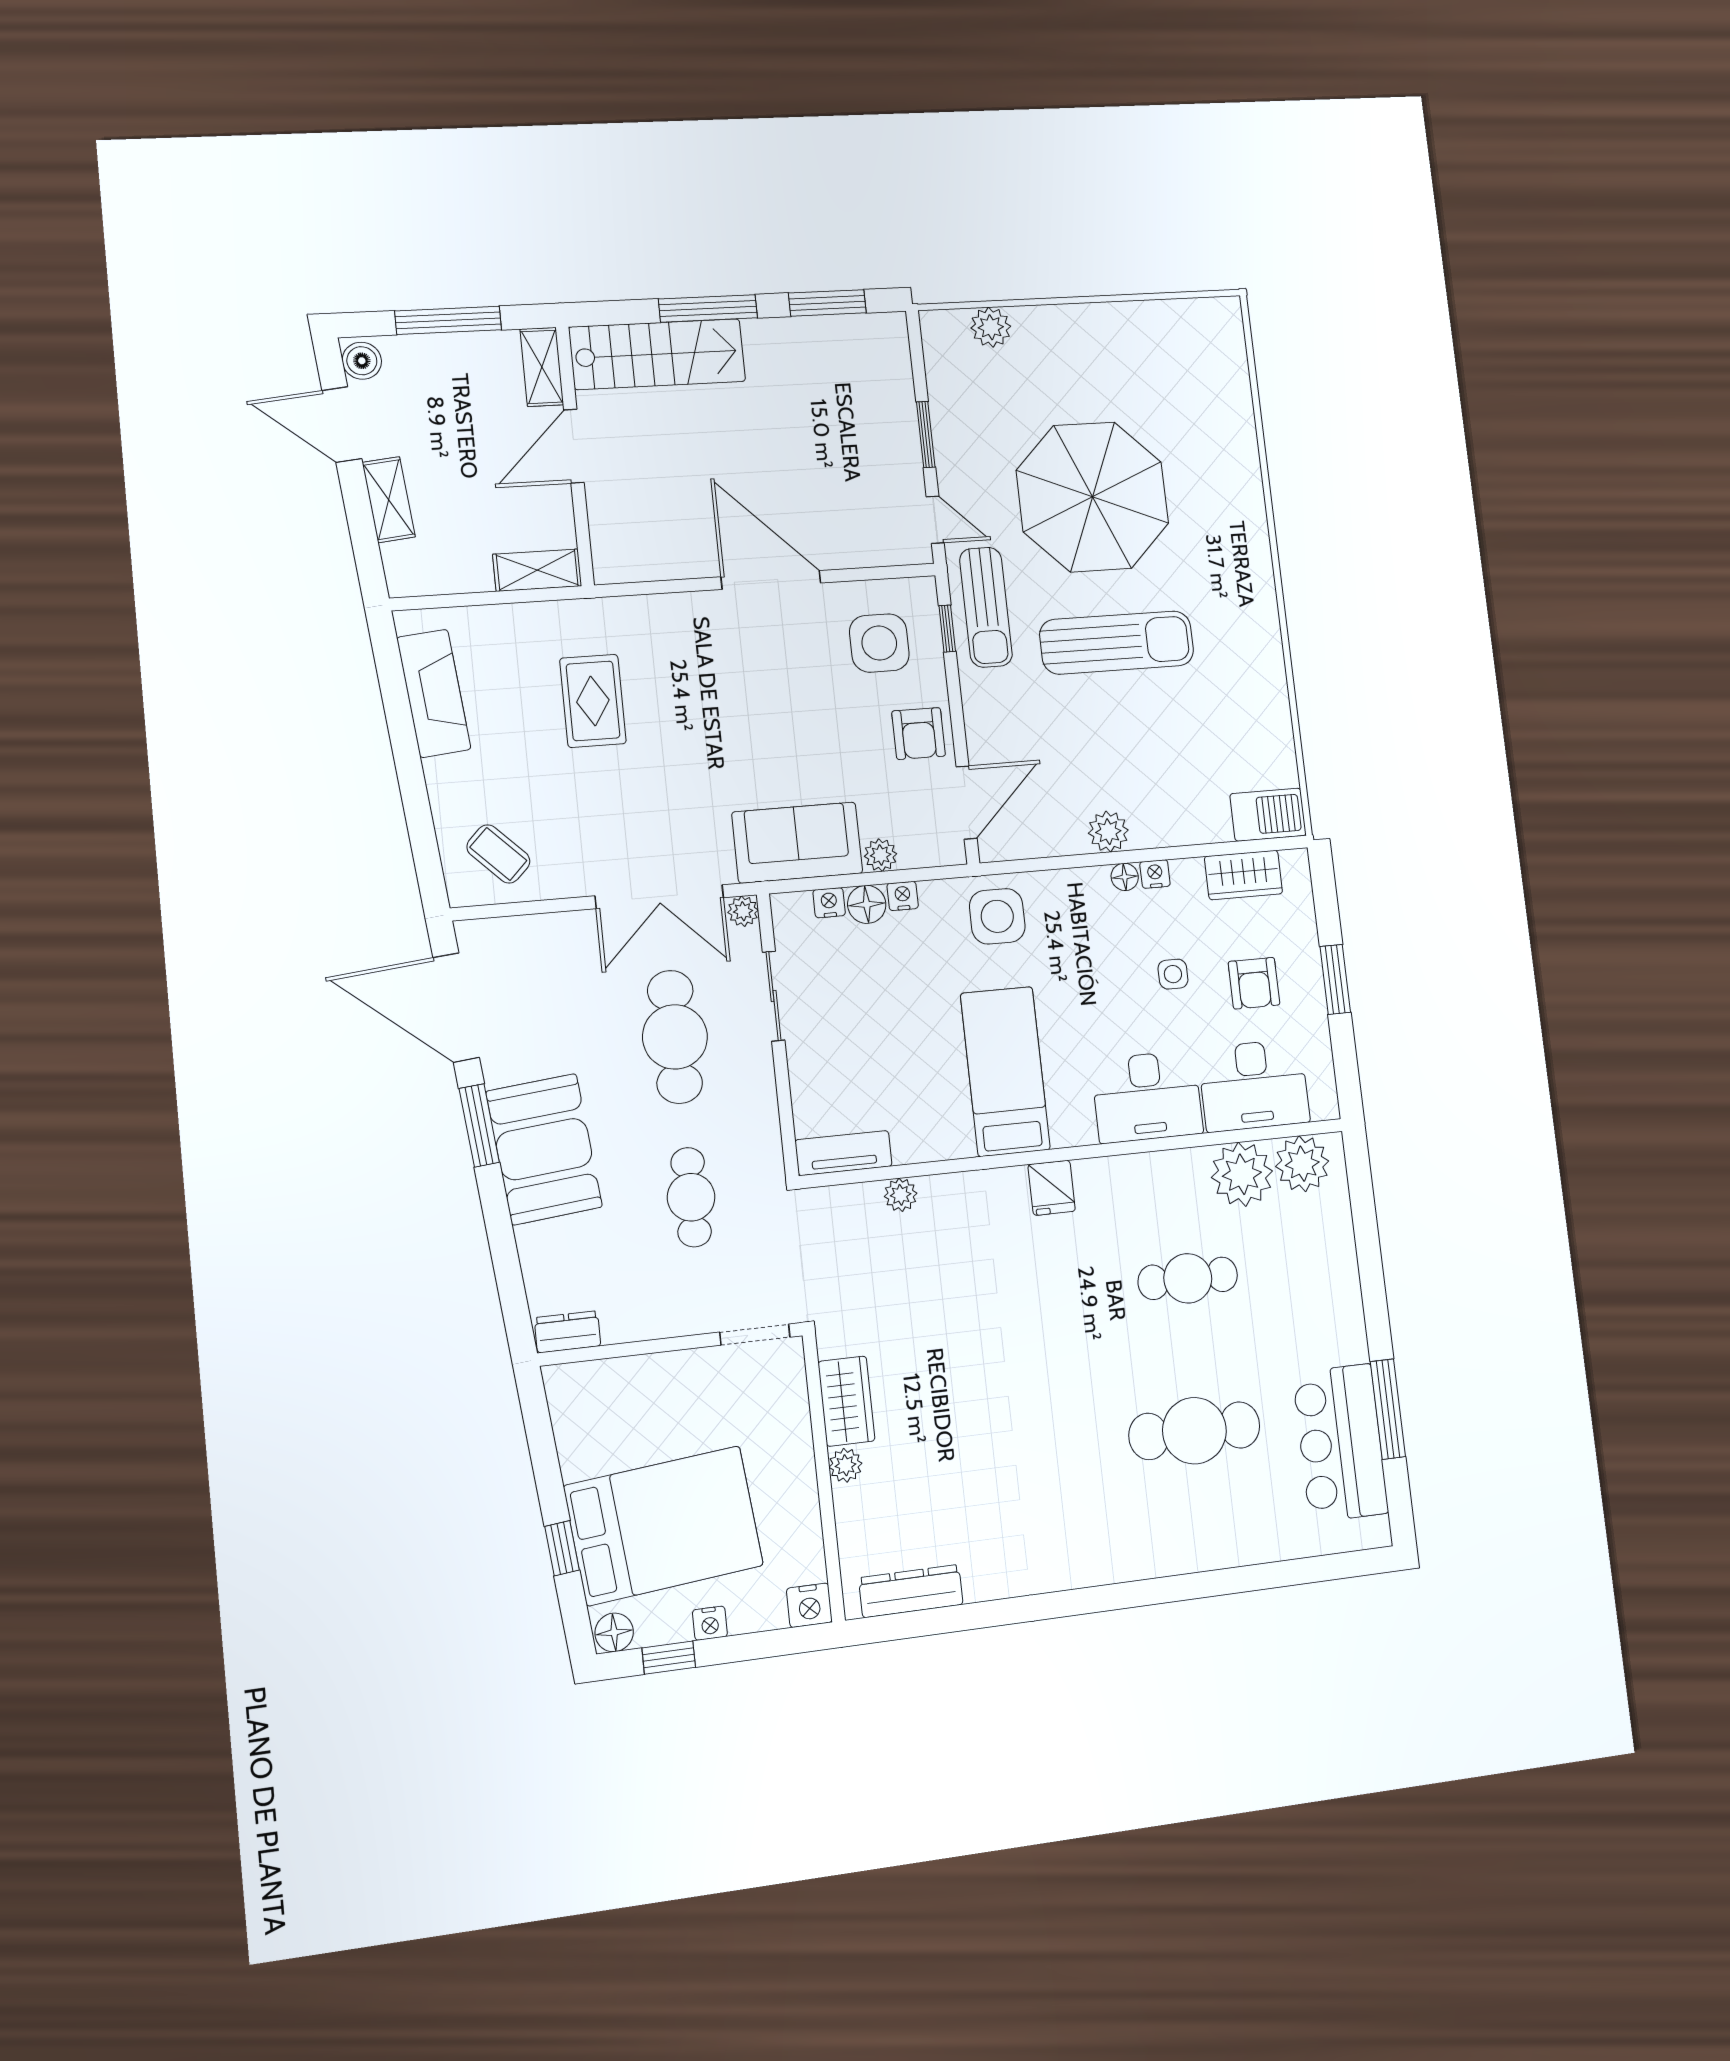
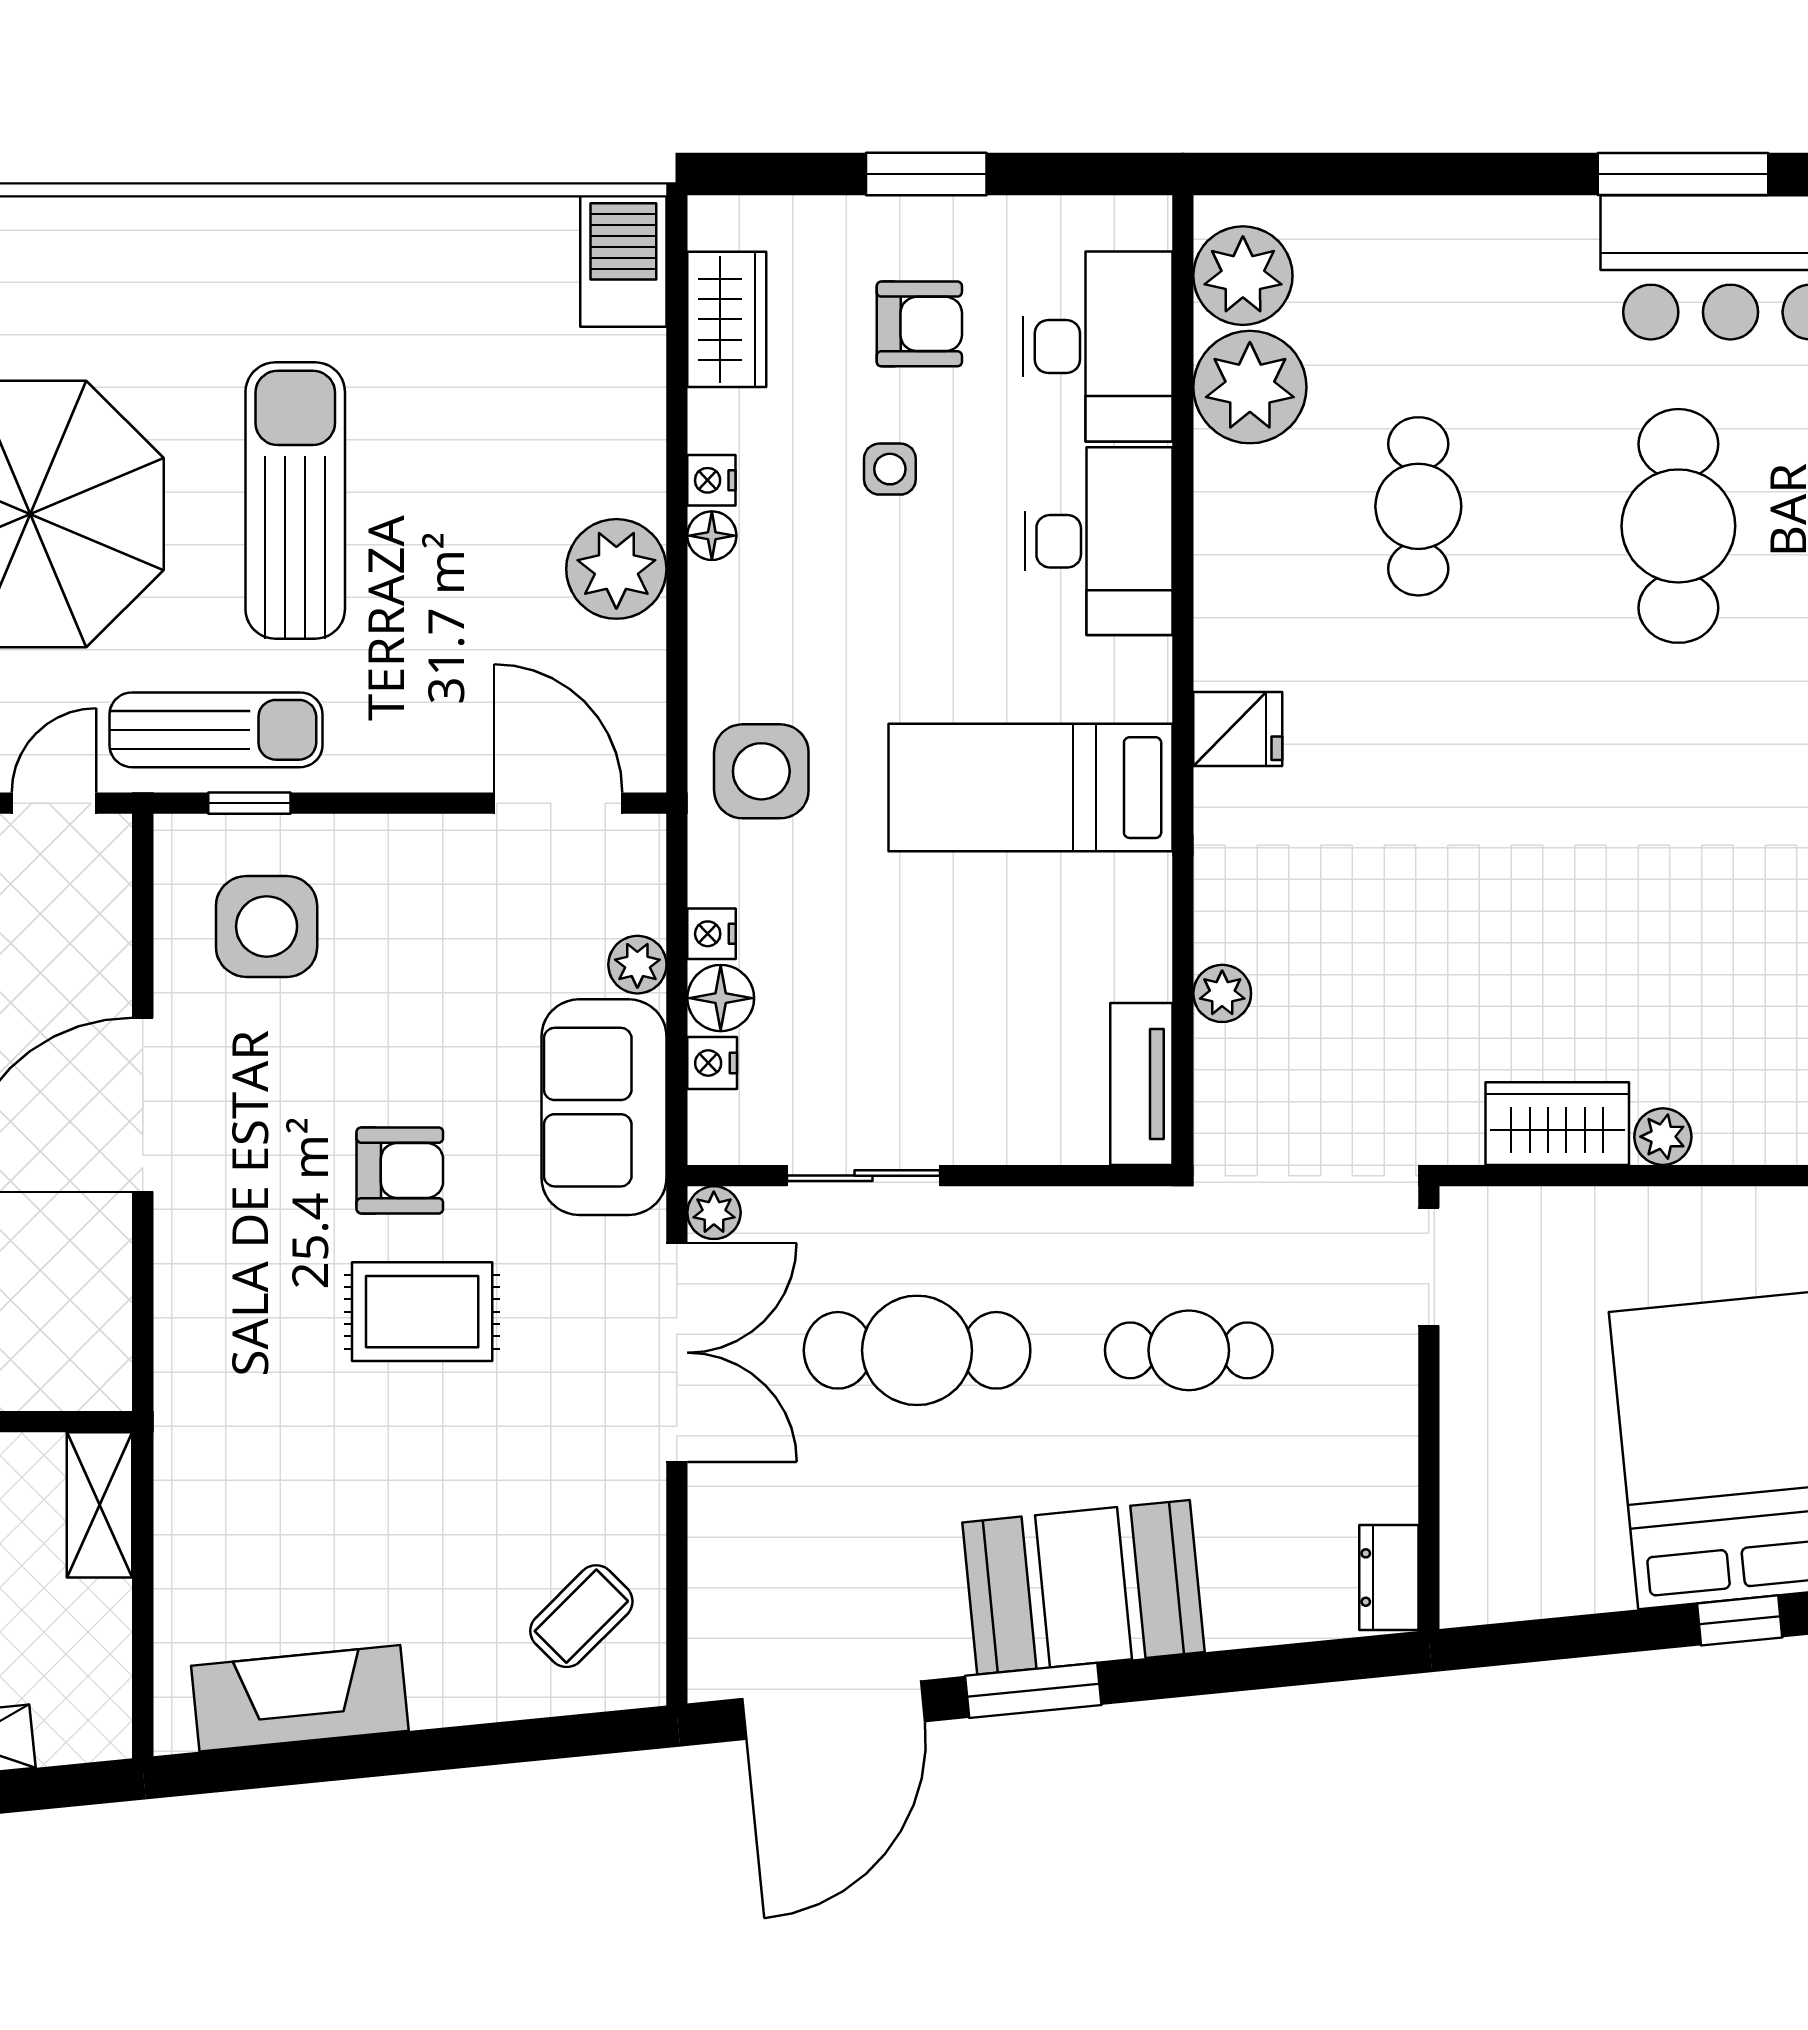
rug: (593, 701) -> (422, 1312), moved
armchair: (919, 734) -> (400, 1170), moved
plant: (1108, 832) -> (616, 569), width x1.36, depth x1.36

